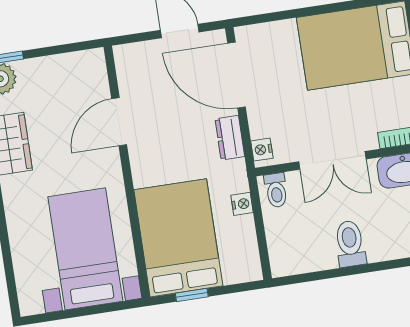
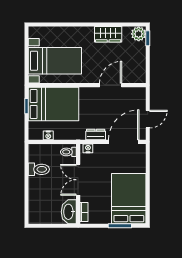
door: (119, 122) -> (111, 85), hinge flipped
nightstand: (242, 204) -> (48, 135), moved
toilet: (350, 244) -> (39, 169), moved

